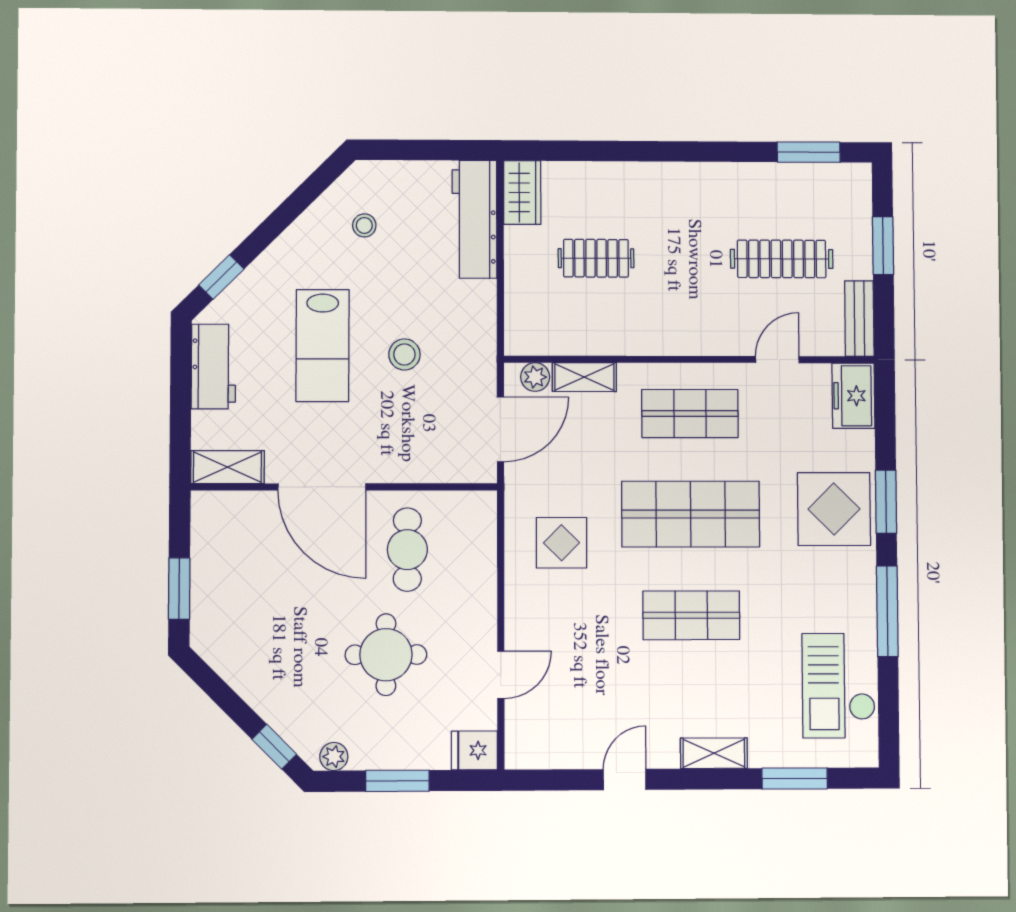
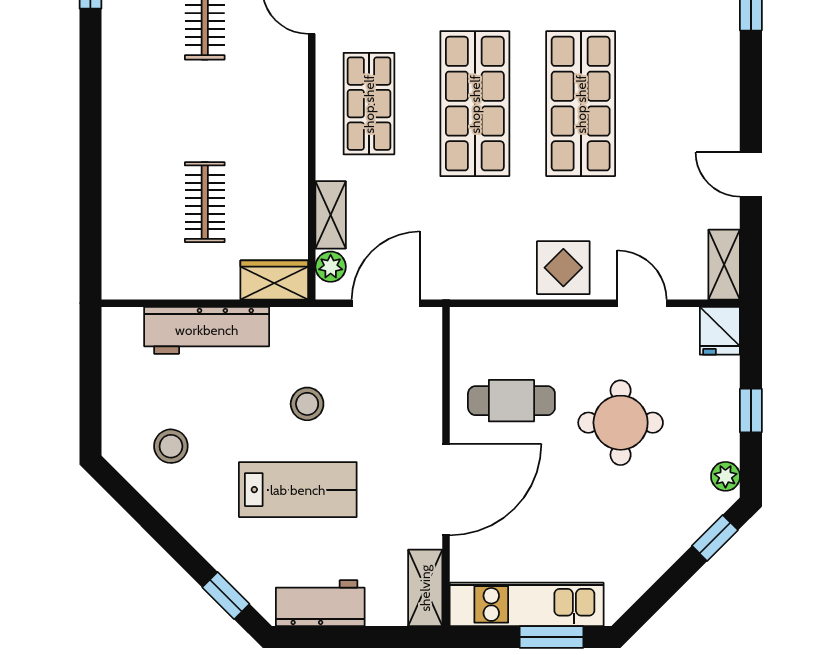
wardrobe: (522, 193) -> (274, 280), moved
workbench: (475, 219) -> (207, 330), moved
stool: (364, 225) -> (171, 446), width x1.37, depth x1.37
door: (500, 429) -> (386, 303), hinge flipped
display table: (561, 543) -> (563, 268), moved
kitchen unit: (211, 565) -> (527, 604), added
shop shelf: (691, 615) -> (581, 104), width x1.43, depth x1.36
shelving: (714, 753) -> (724, 265), moved
window: (397, 781) -> (751, 410), width x0.67

